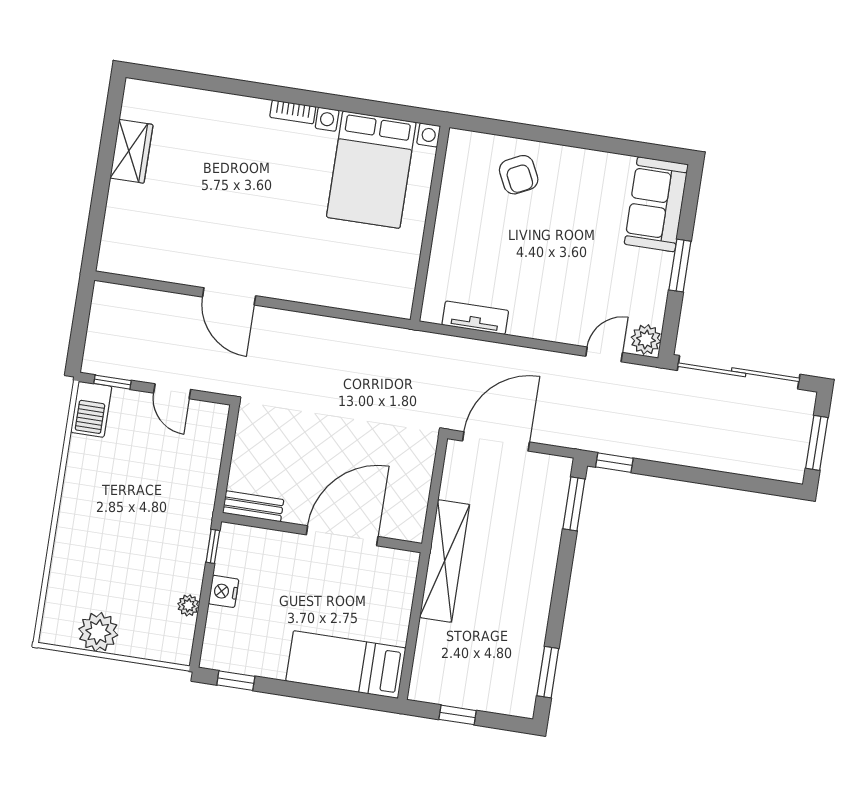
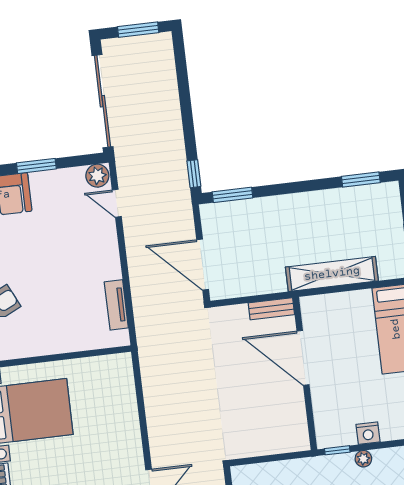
bench: (253, 506) -> (271, 309), moved, turned 90
shelving: (445, 561) -> (332, 274), moved
plant: (188, 605) -> (363, 459), moved

